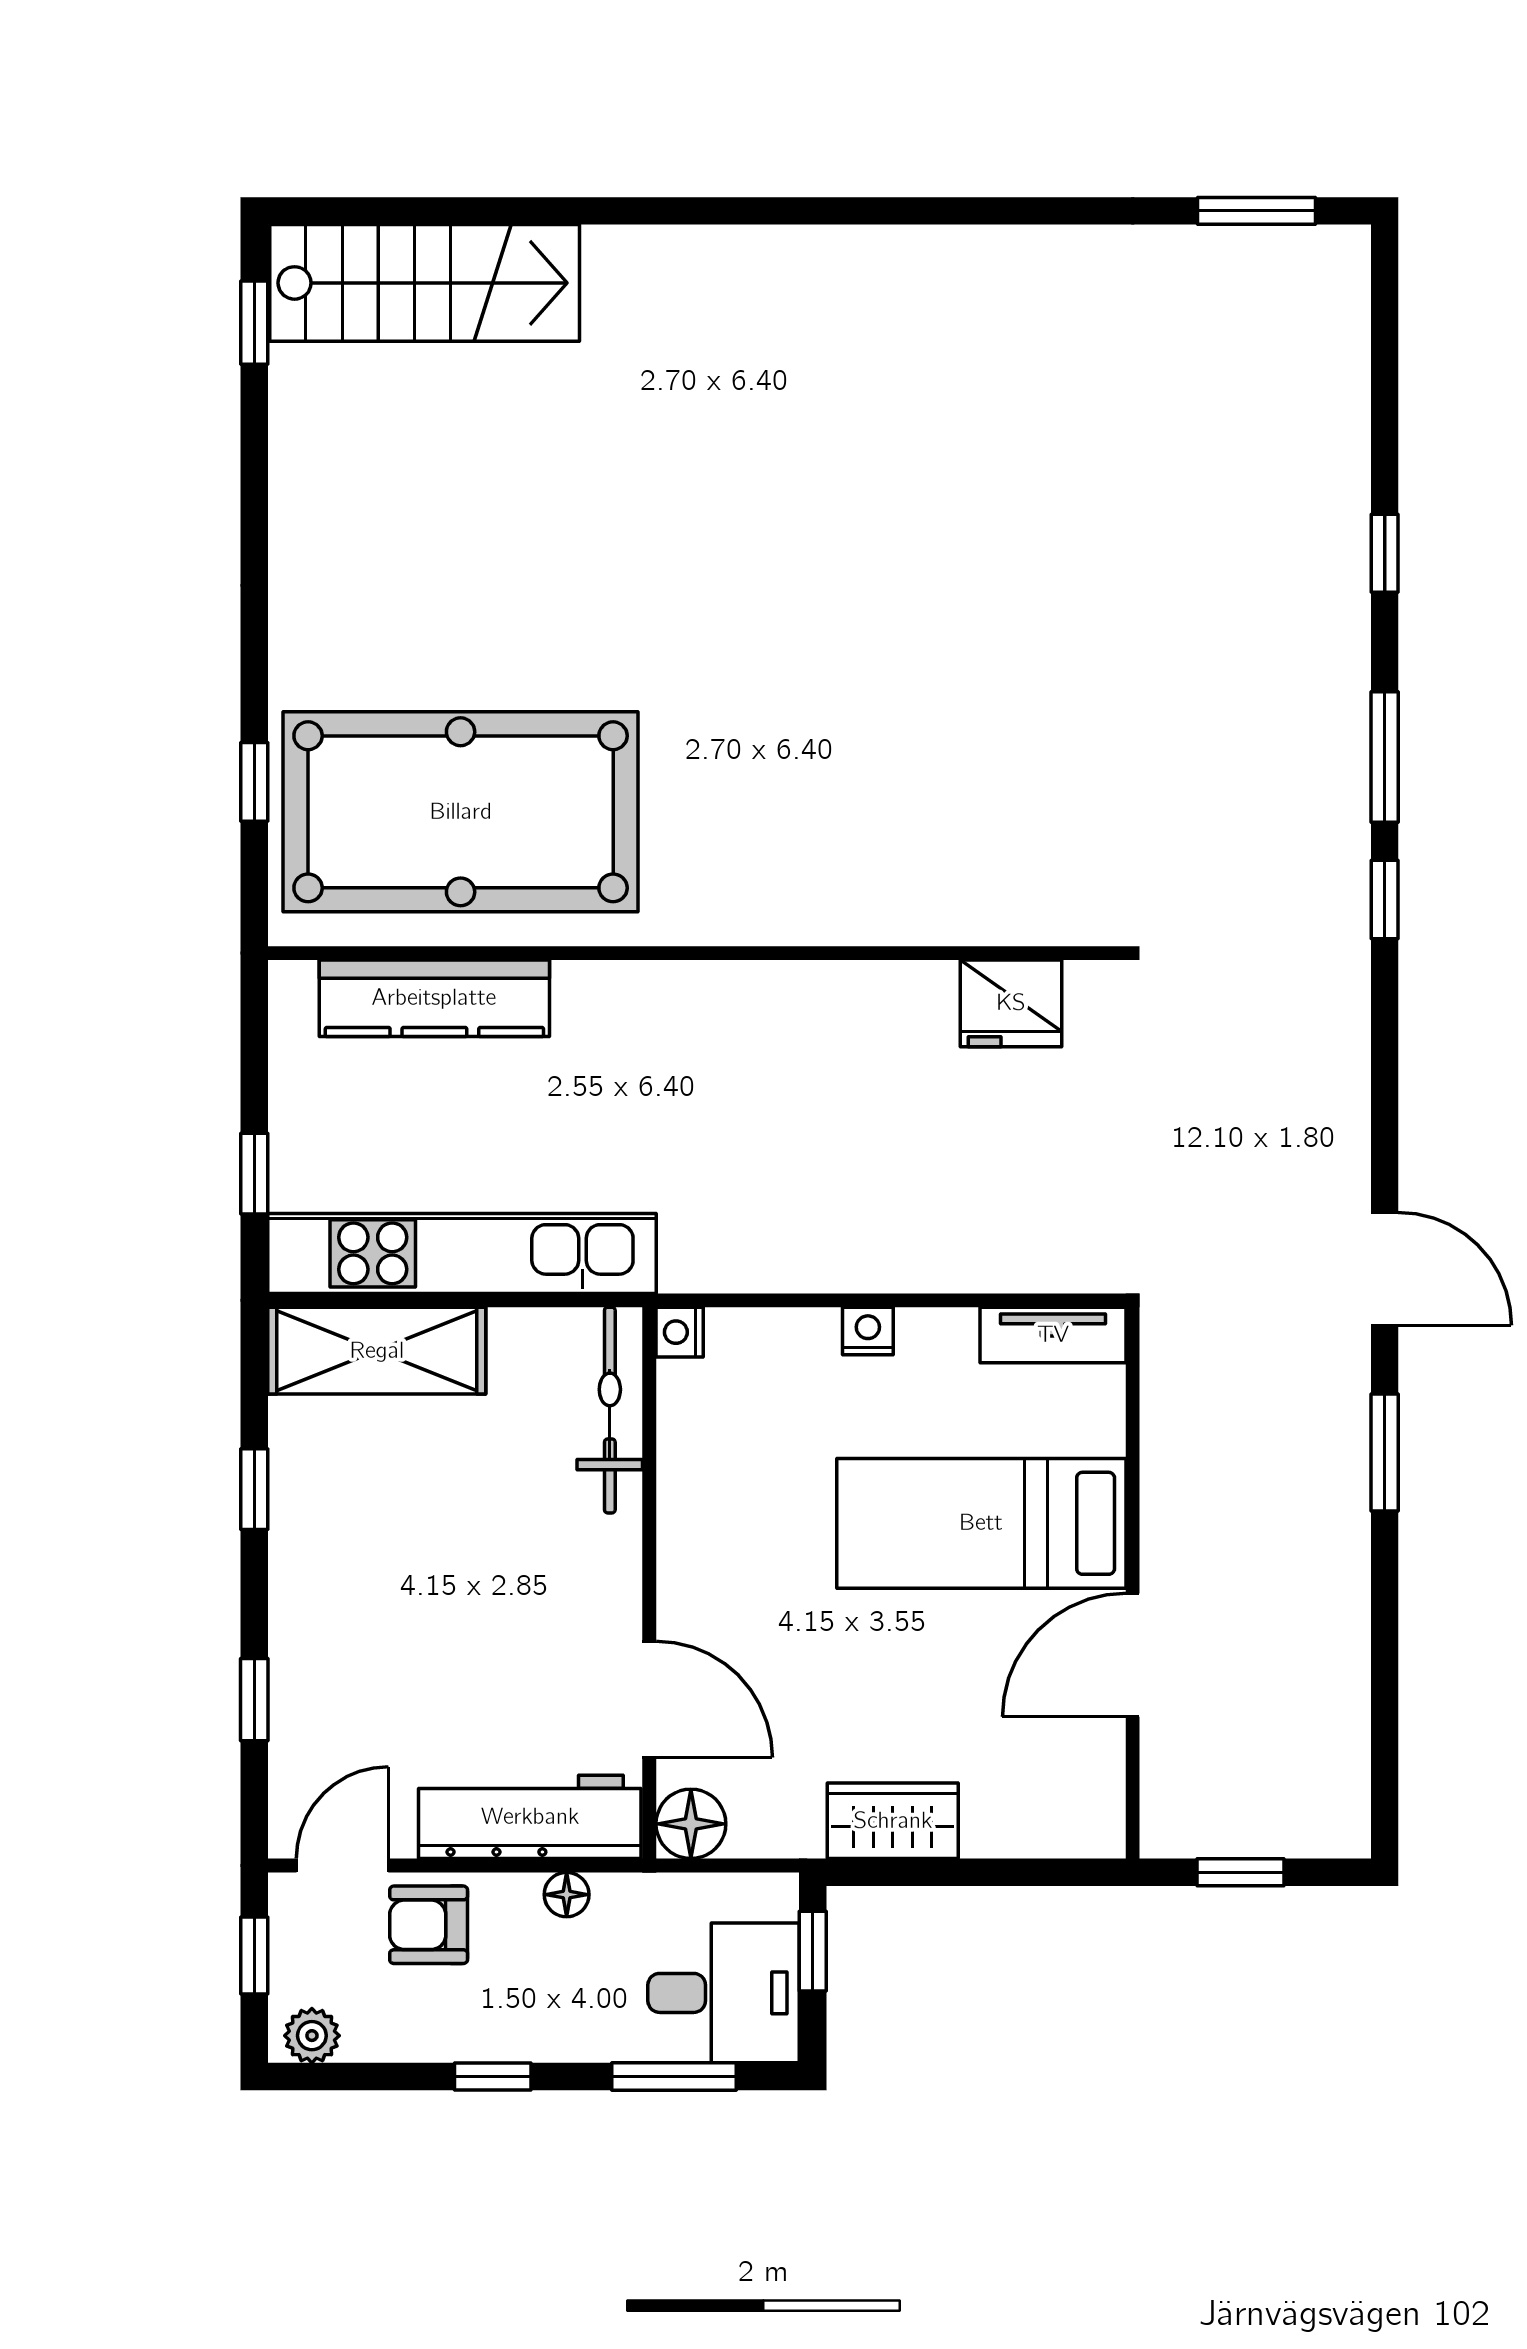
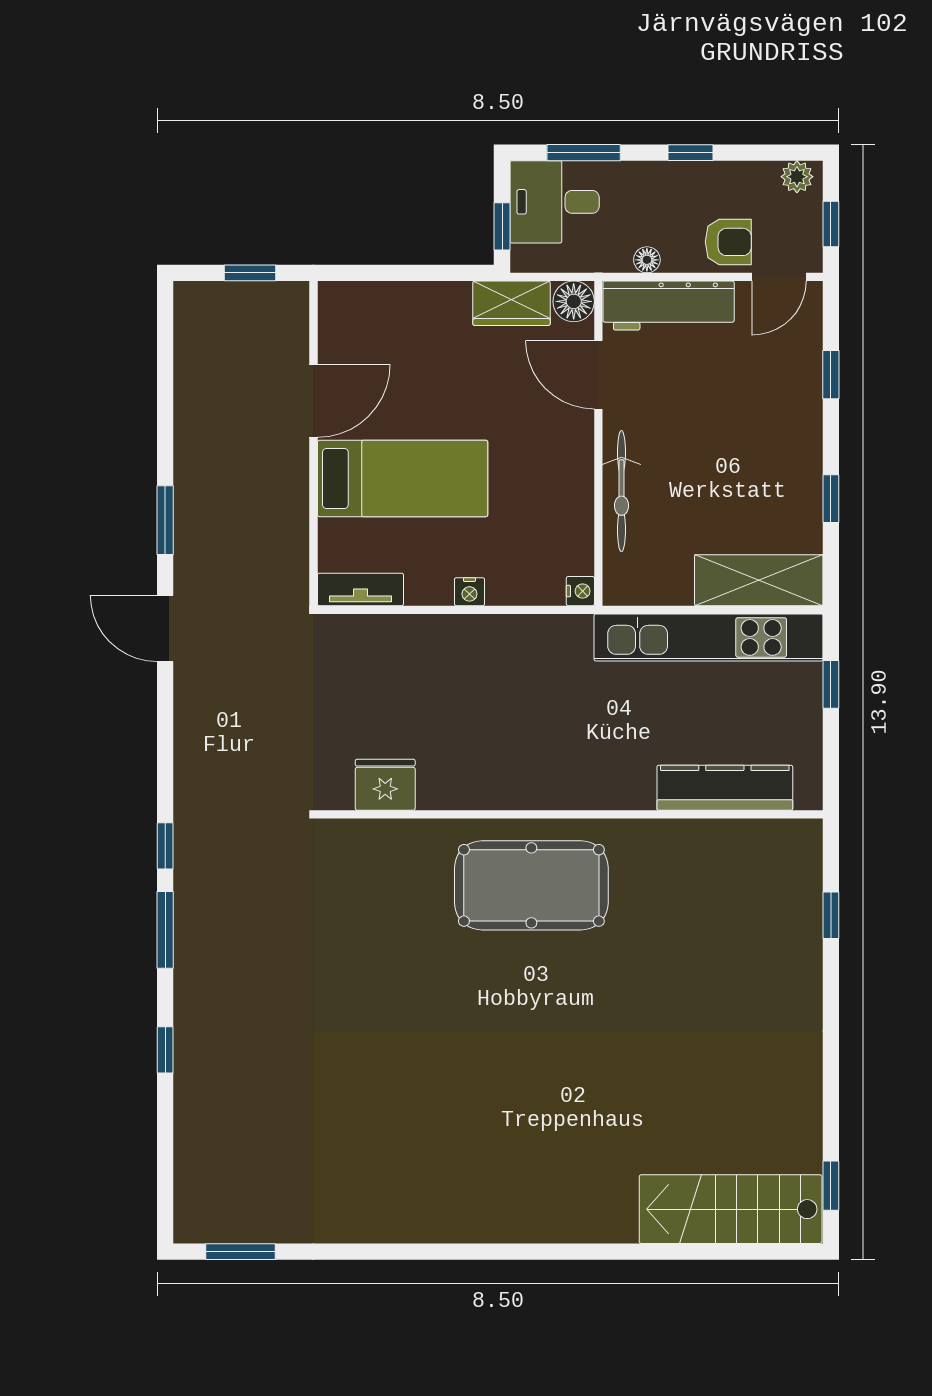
pool table: (461, 812) -> (531, 885), moved, width x0.73, depth x0.76
bicycle: (610, 1410) -> (621, 491), moved
wardrobe: (893, 1821) -> (511, 303), moved

